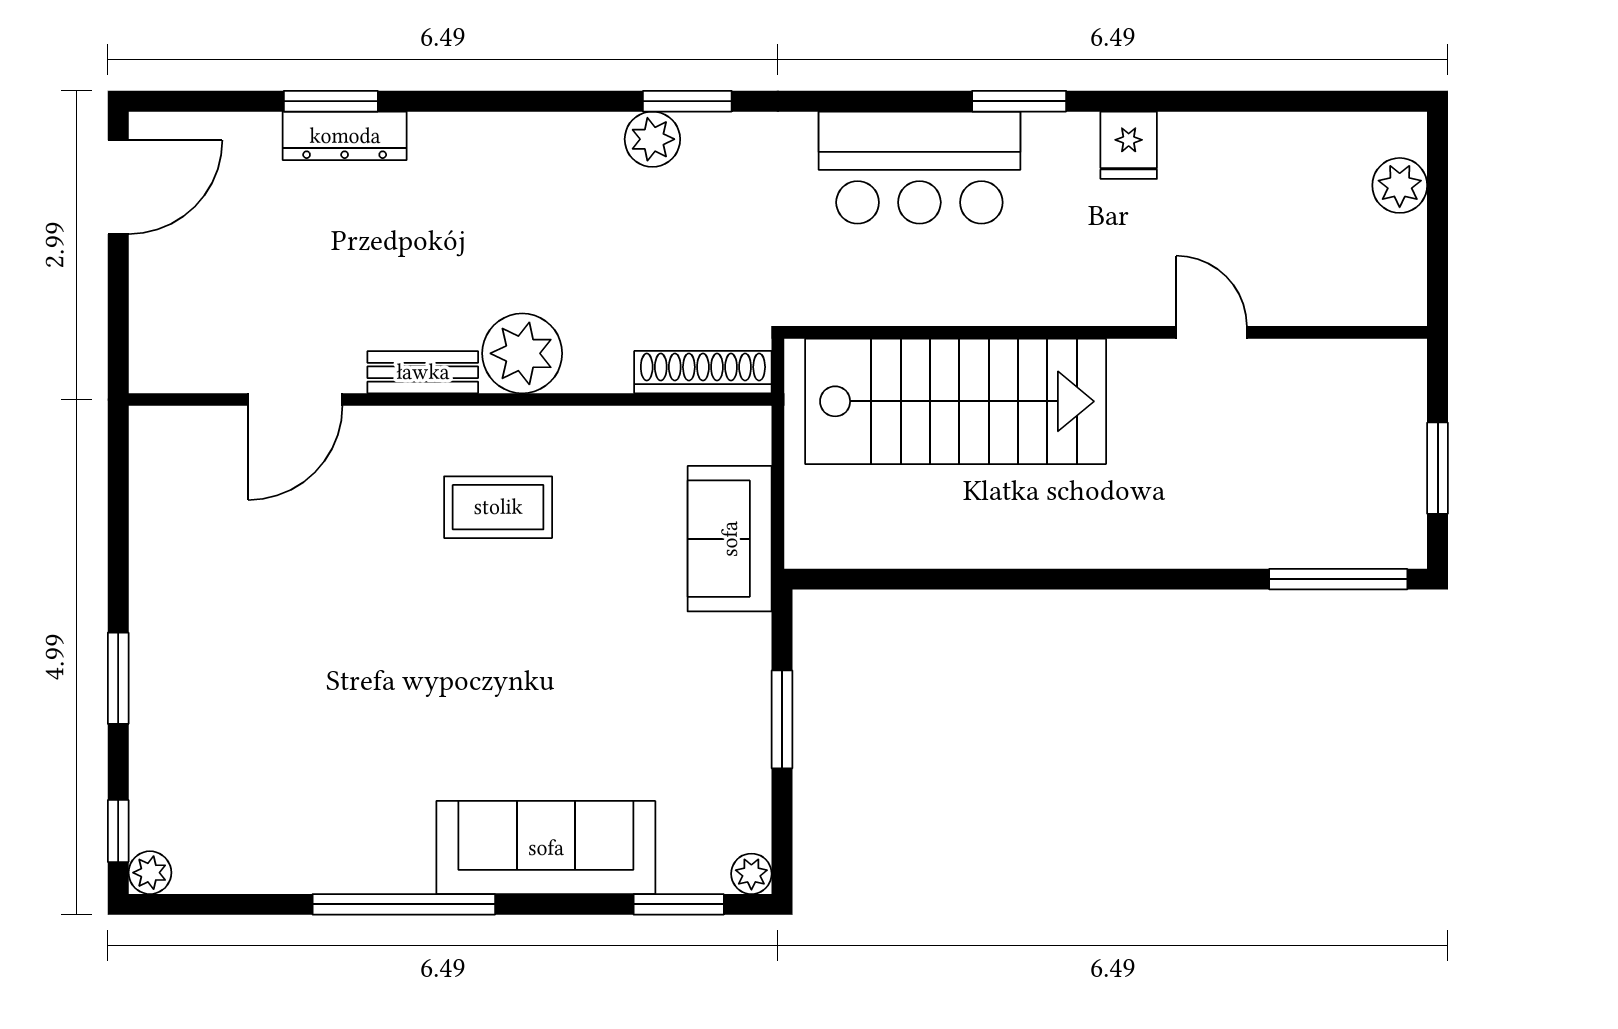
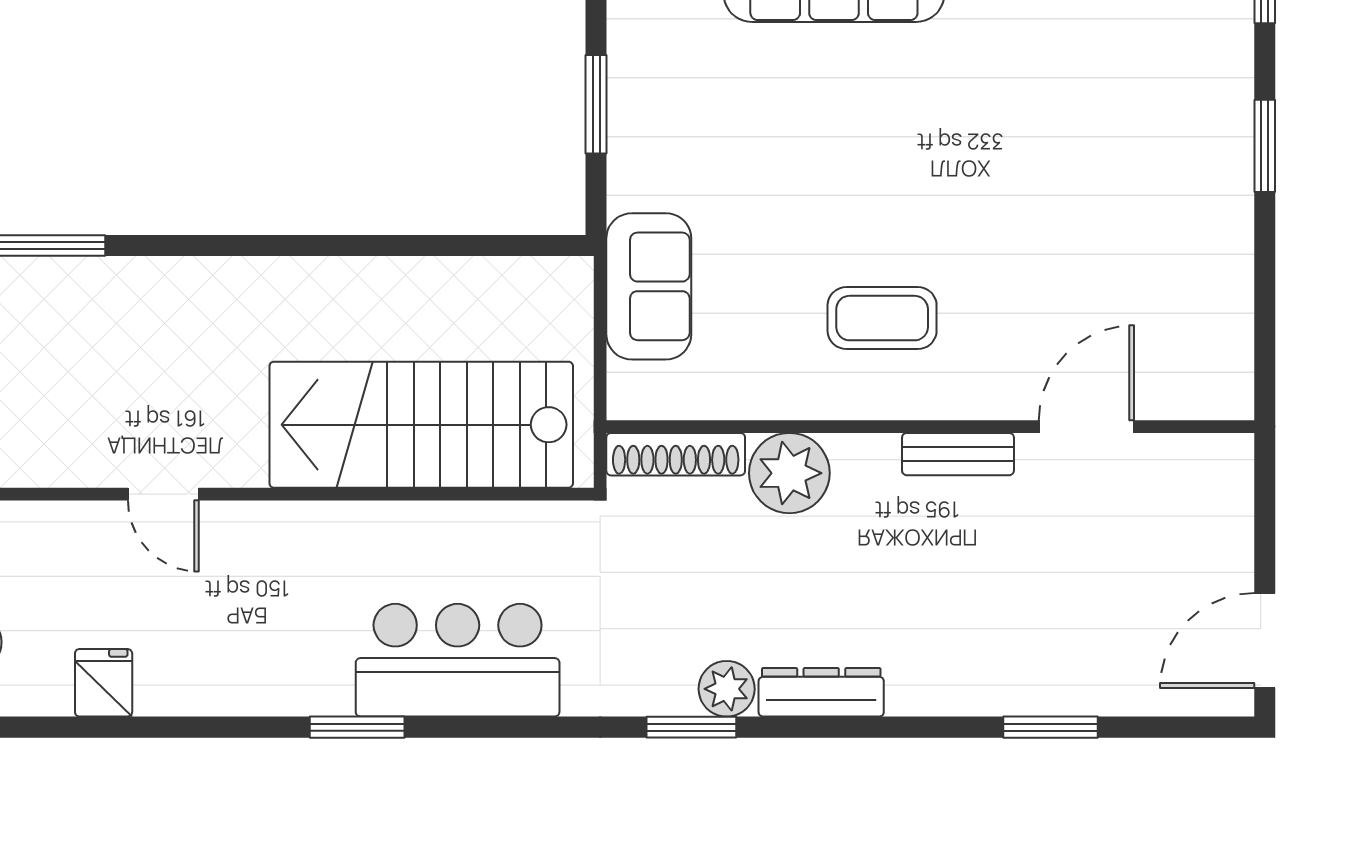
dresser: (345, 136) -> (821, 692), moved
fridge: (1129, 145) -> (104, 683), moved
plant: (522, 353) -> (789, 473), moved

